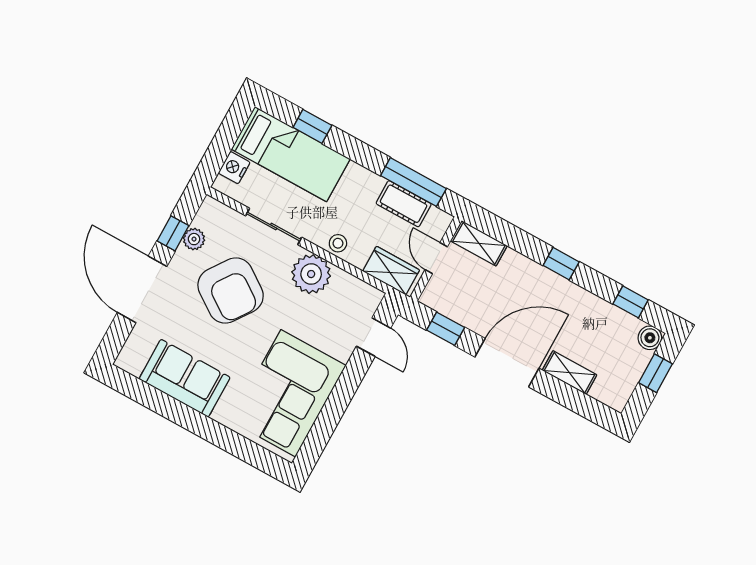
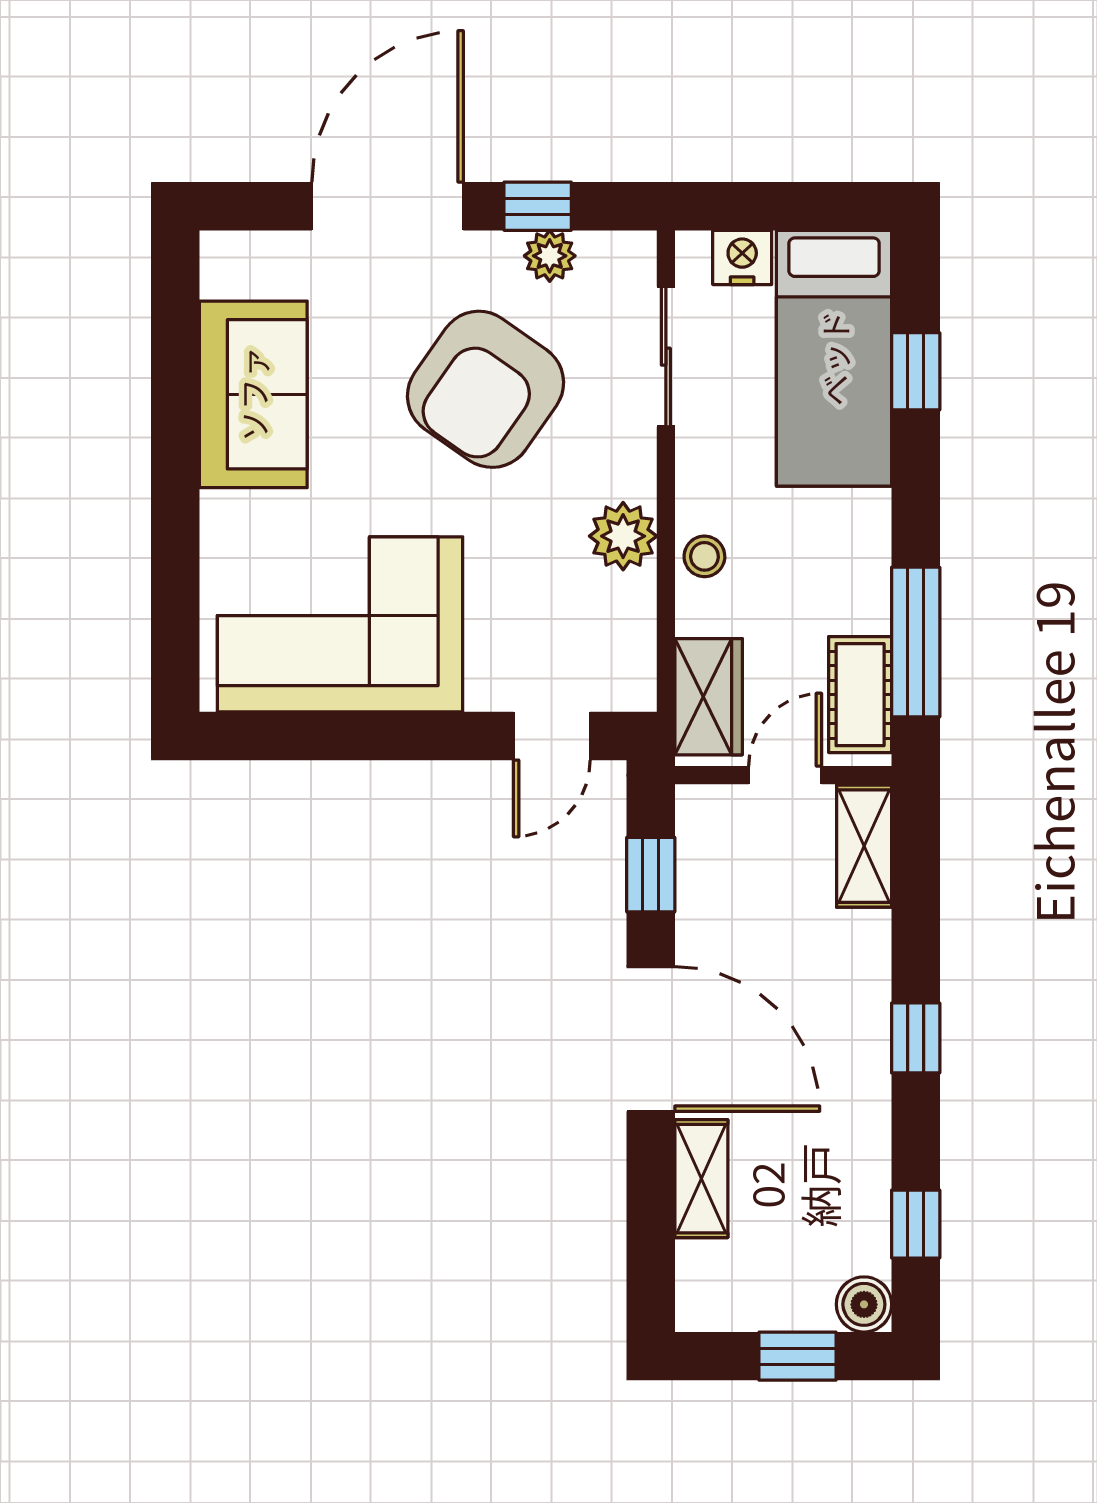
cot: (404, 204) -> (860, 695), moved
sliding door: (274, 227) -> (666, 357), moved
plant: (311, 274) -> (623, 536), width x0.73, depth x0.73

